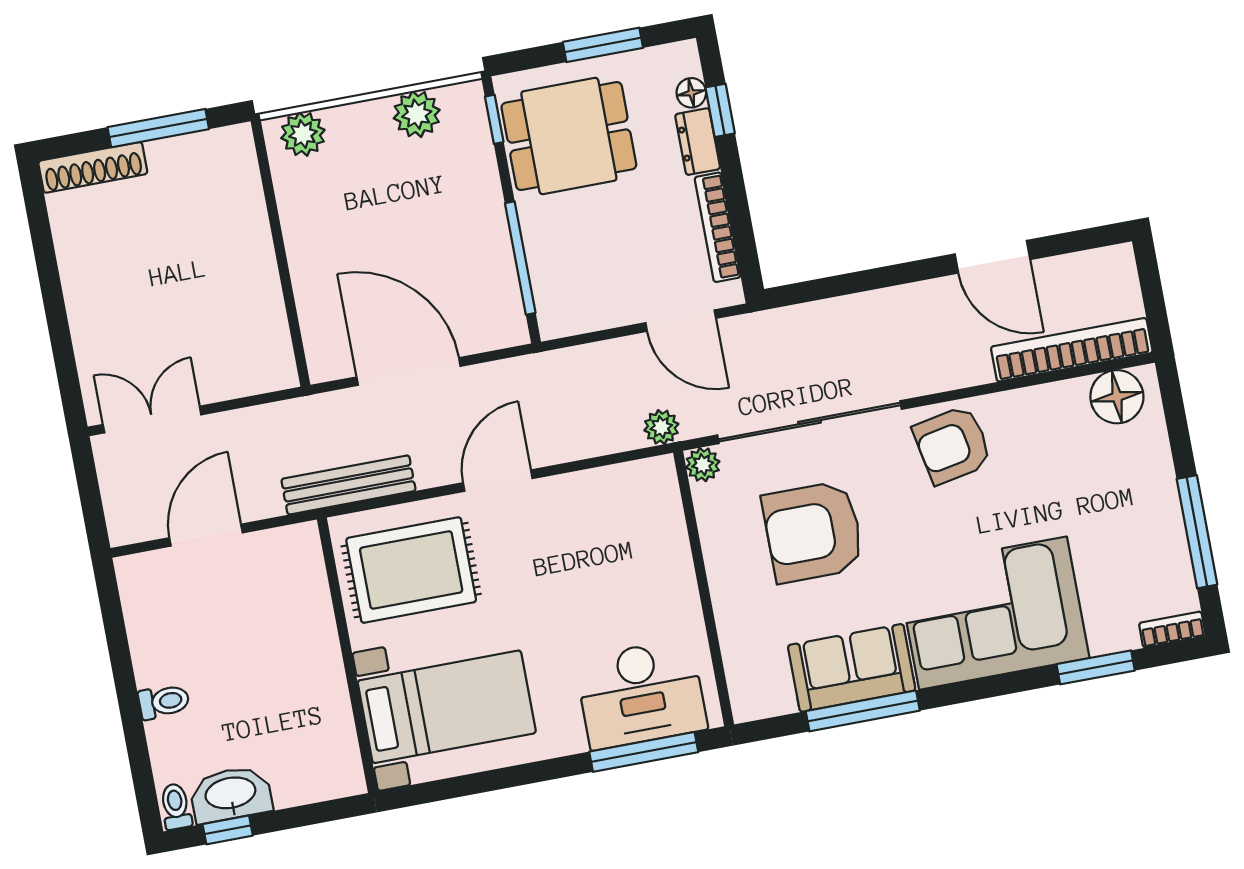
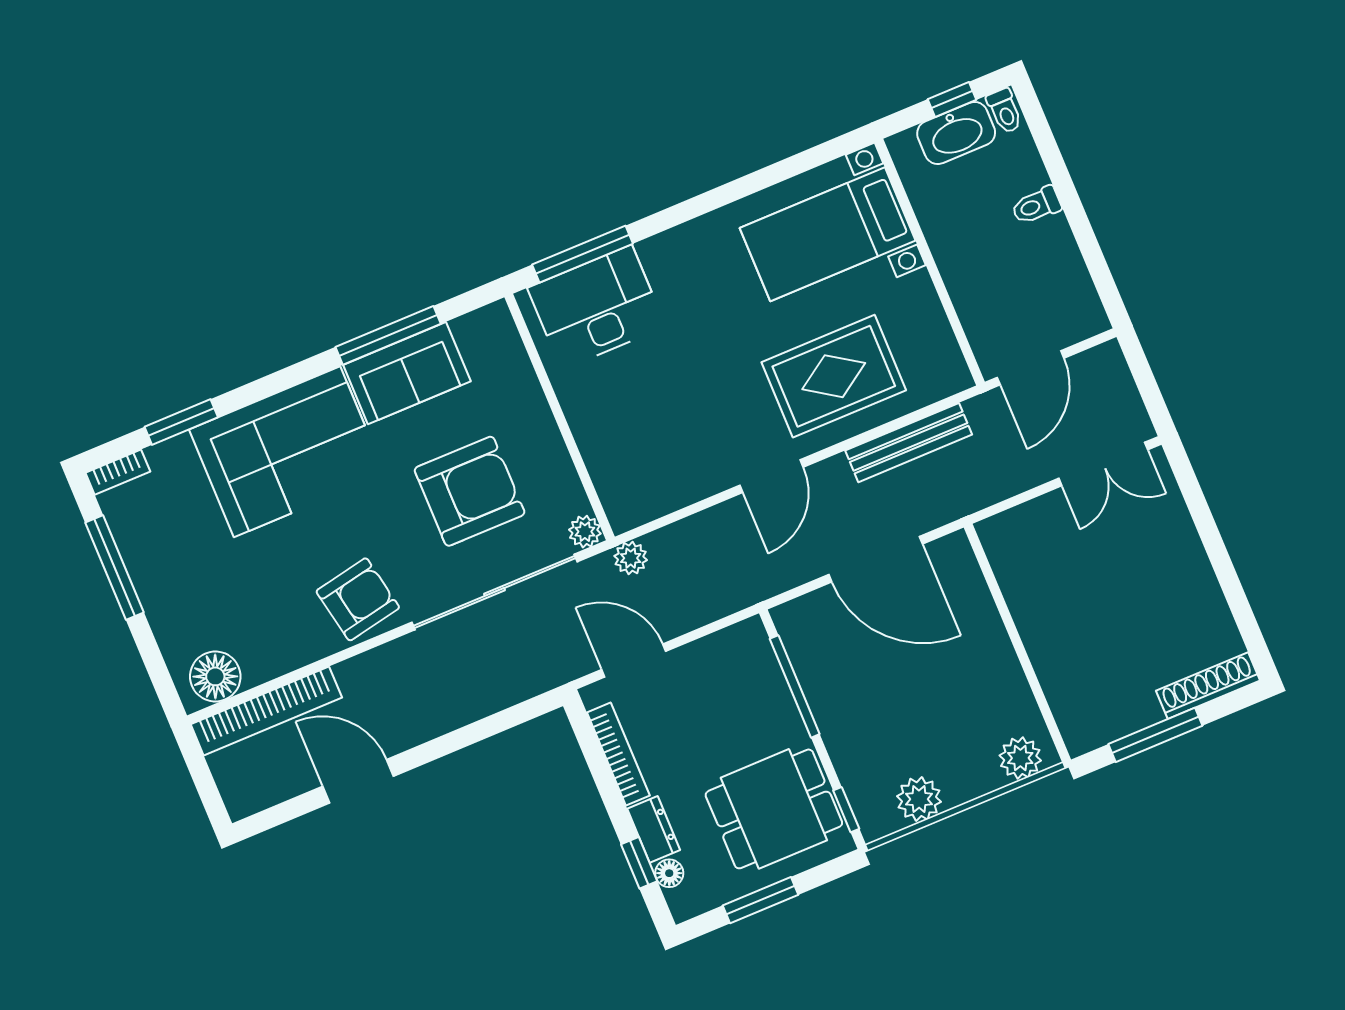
wall: (347, 655) -> (930, 262), moved
bed with nightstands: (447, 707) -> (828, 234), moved

